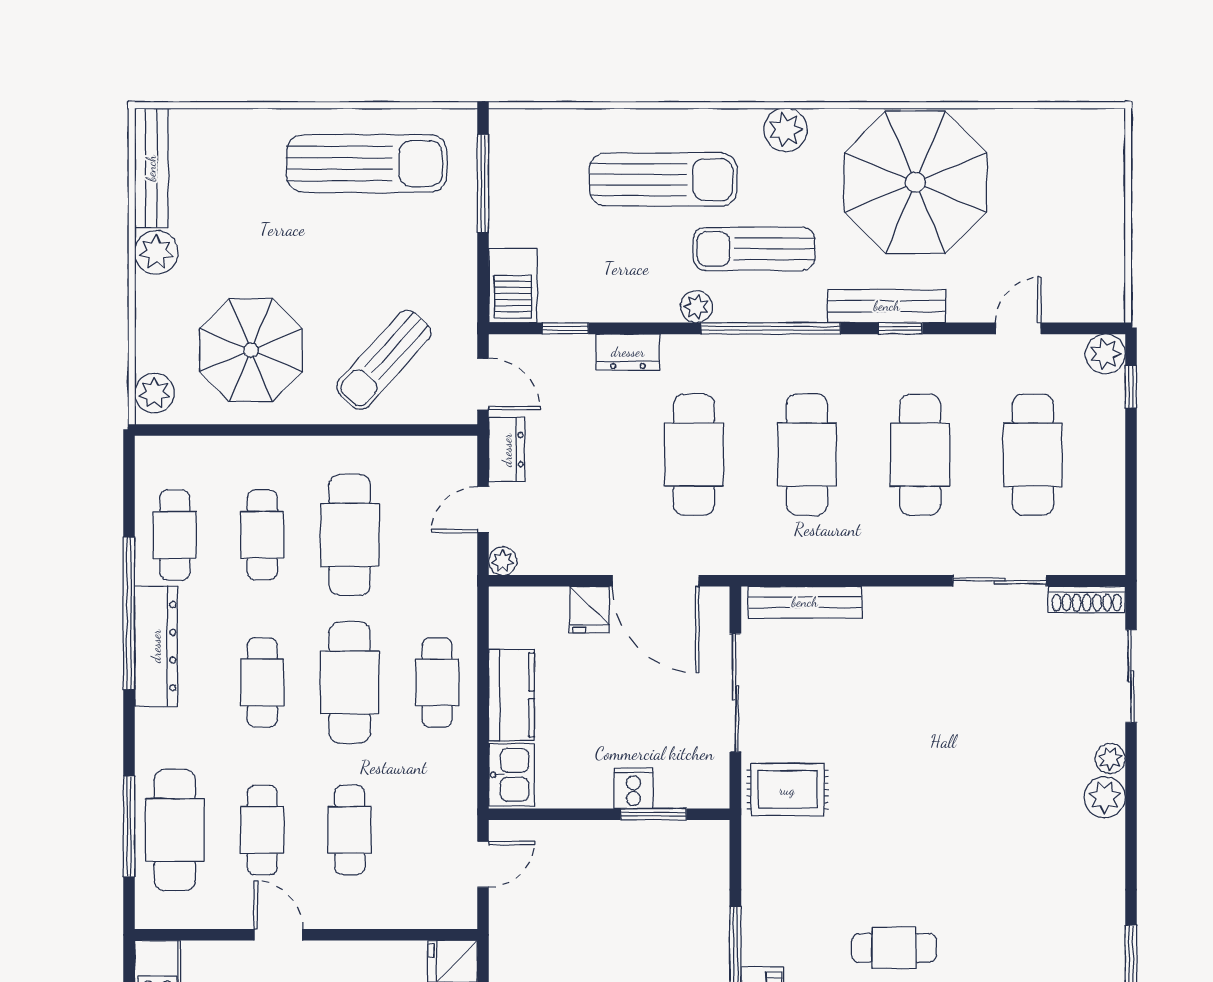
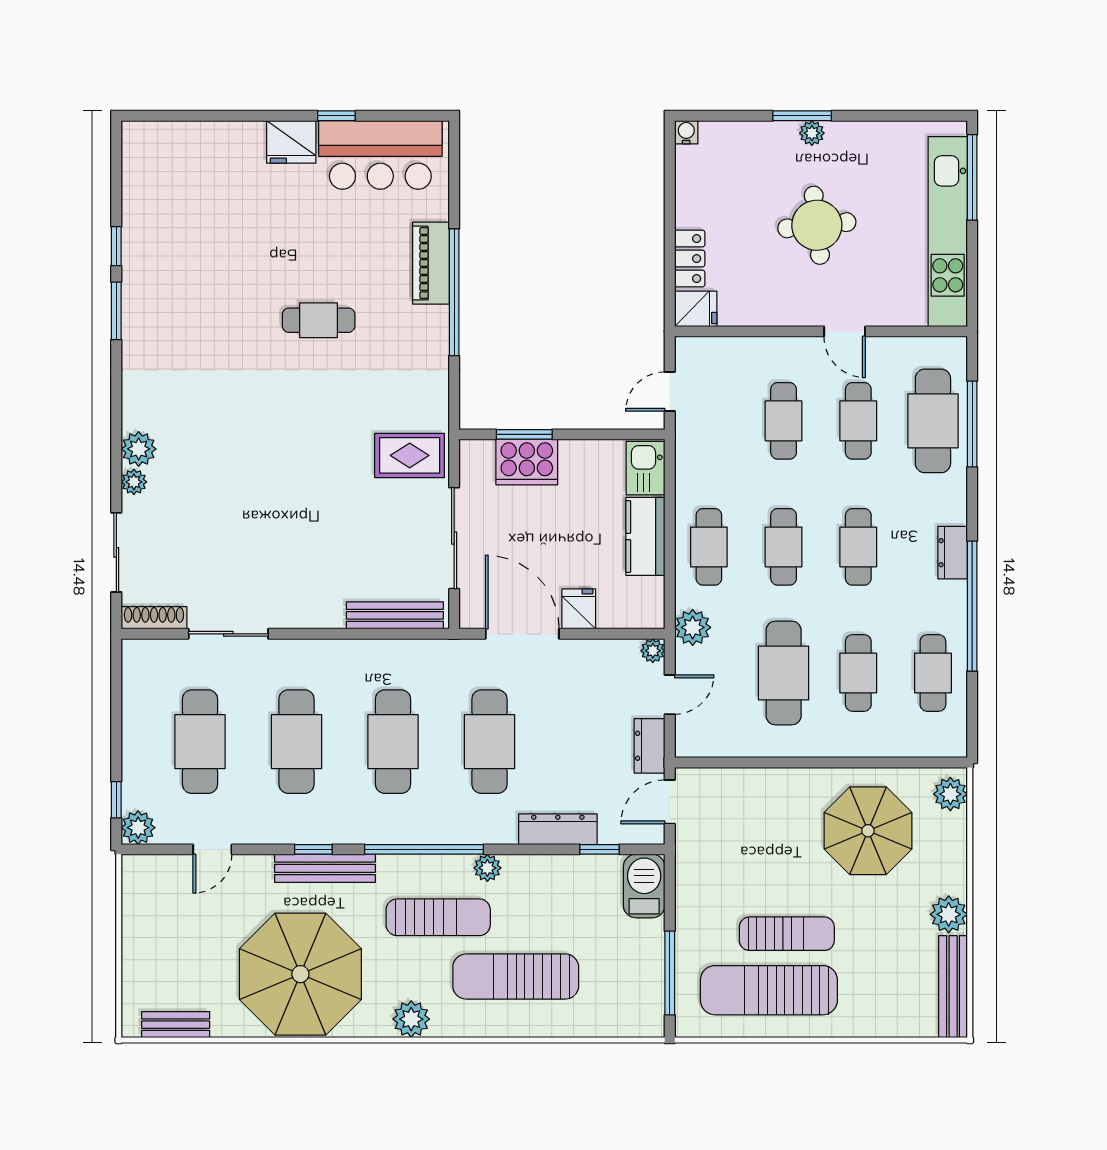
bench: (1061, 123) -> (176, 1025), added
dresser: (628, 352) -> (558, 829), width x1.44
sun lounger: (384, 360) -> (787, 934), moved, turned 48
door: (483, 384) -> (670, 802), hinge flipped
plant: (456, 588) -> (693, 627), added
dresser: (156, 646) -> (953, 553), width x0.51, depth x0.80
cafe table: (350, 682) -> (784, 547), width x0.73, depth x0.74
cooker: (633, 788) -> (527, 462), width x1.87, depth x1.31

